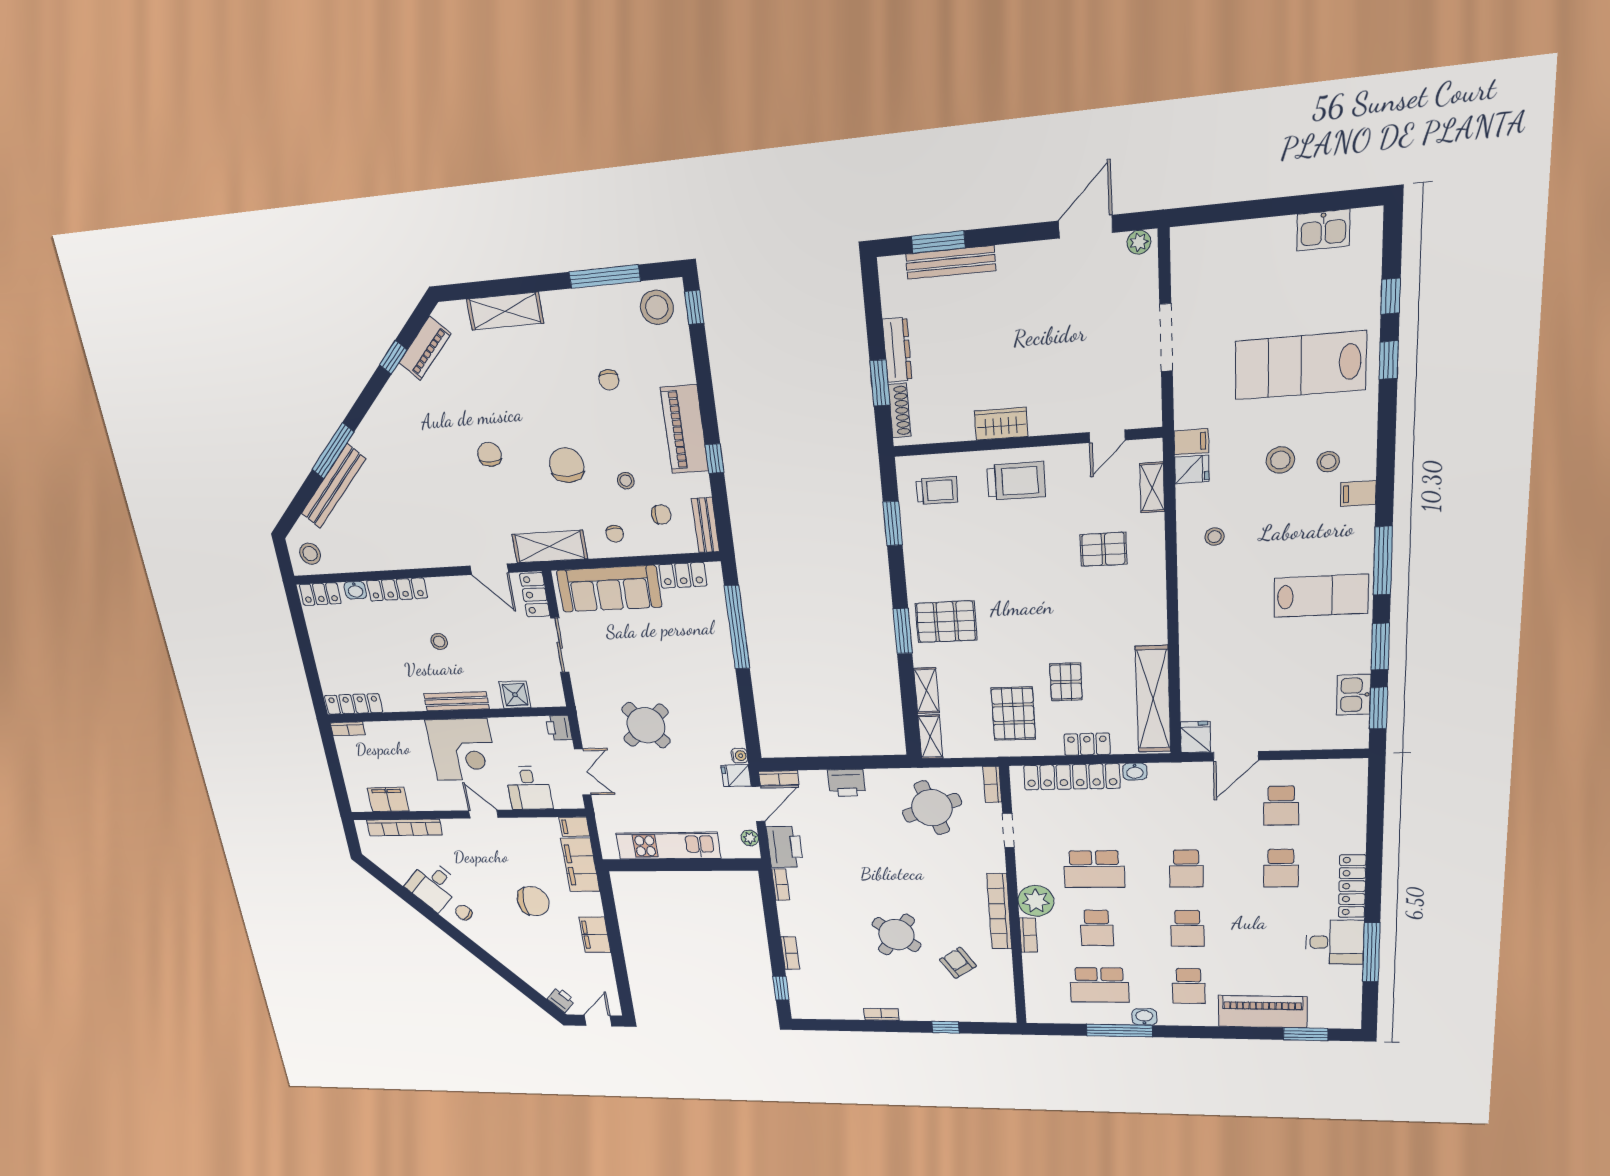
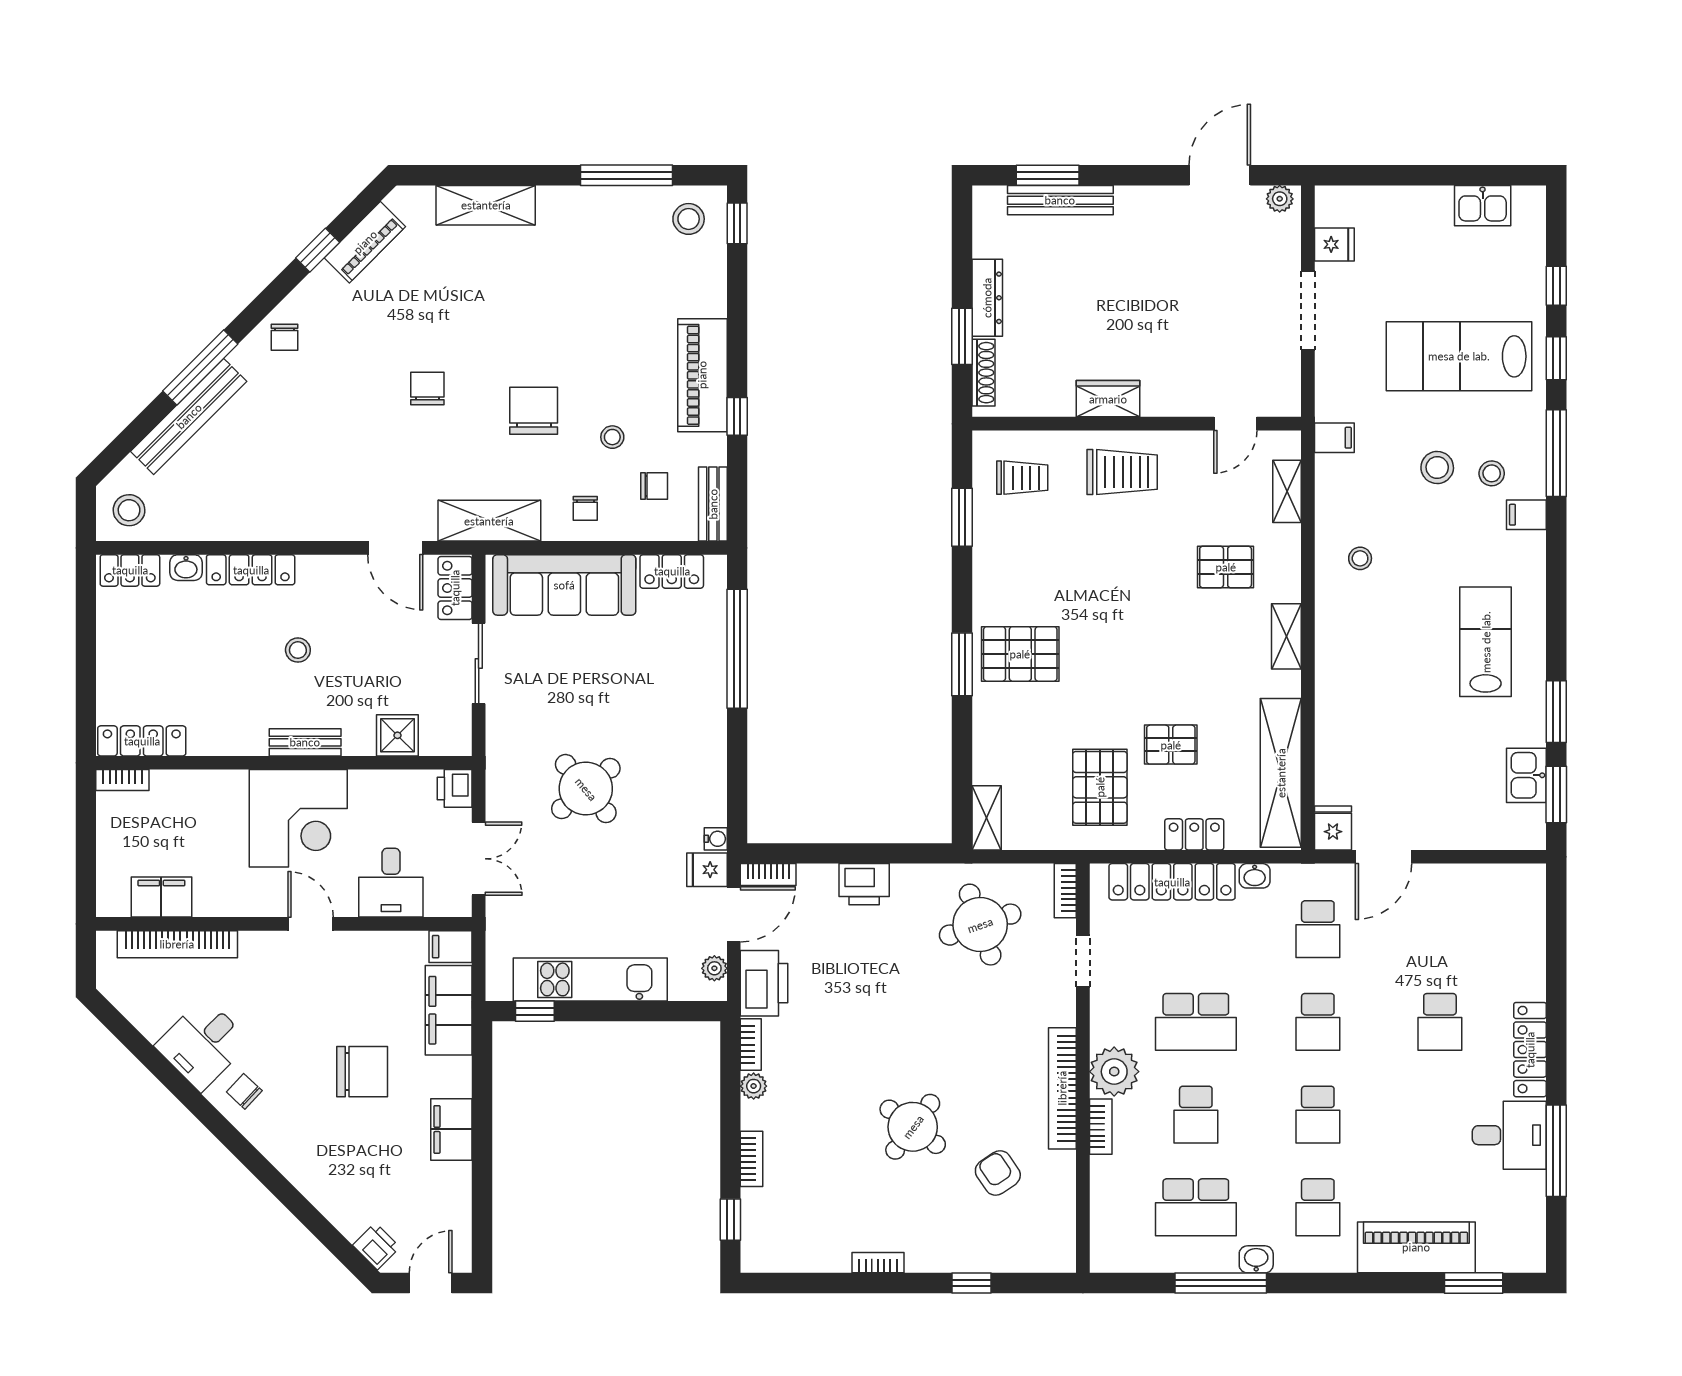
stool: (657, 307) -> (689, 219), width x0.73, depth x0.73
chair: (609, 380) -> (285, 337), moved
fridge: (1192, 469) -> (1334, 244), moved
window: (1383, 561) -> (1556, 453), moved
lab bench: (1321, 596) -> (1486, 642), turned -90
pallet: (1066, 682) -> (1171, 745), turned 90
shelving: (927, 691) -> (1286, 636), moved
bench: (456, 701) -> (305, 742), width x0.73
school desk: (1281, 806) -> (1318, 929), moved
window: (635, 865) -> (535, 1011), added
plant: (786, 910) -> (754, 1086), added

